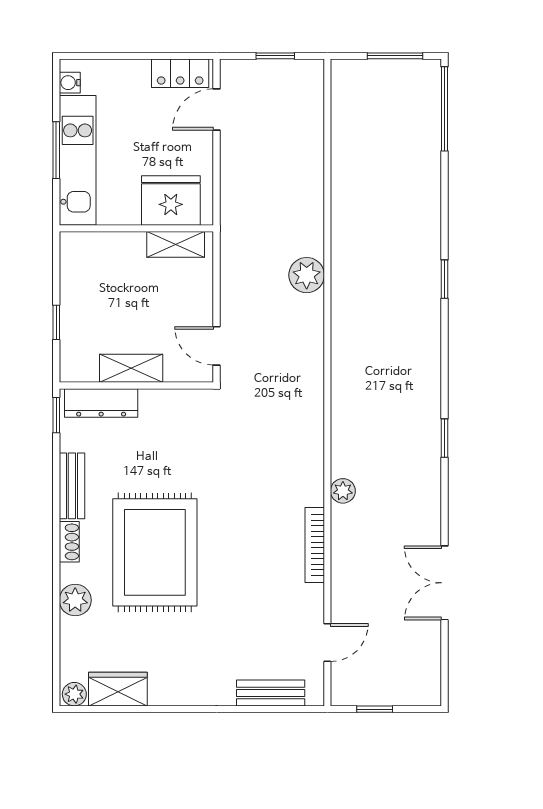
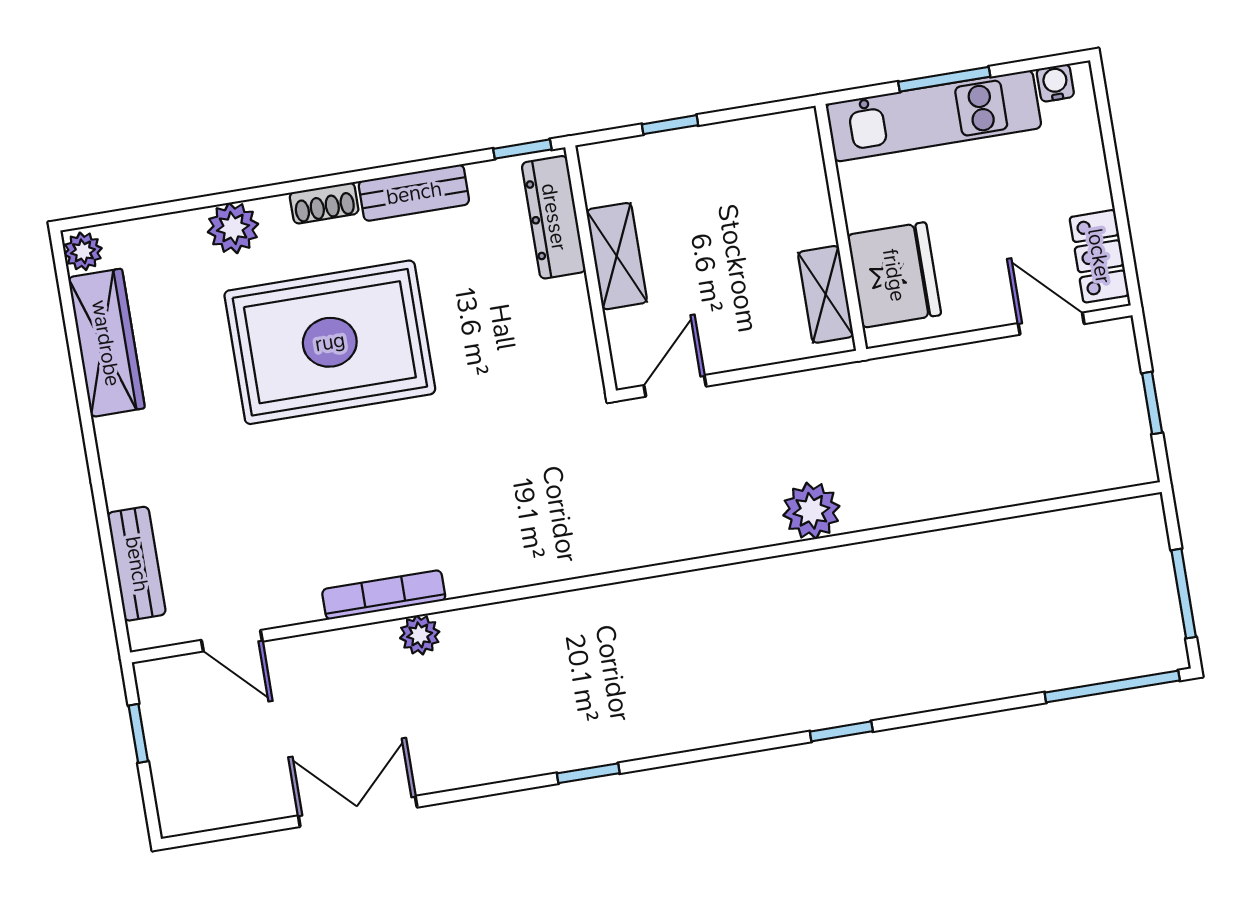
plant: (343, 491) -> (420, 635), moved
wardrobe: (118, 689) -> (106, 343), width x1.50

